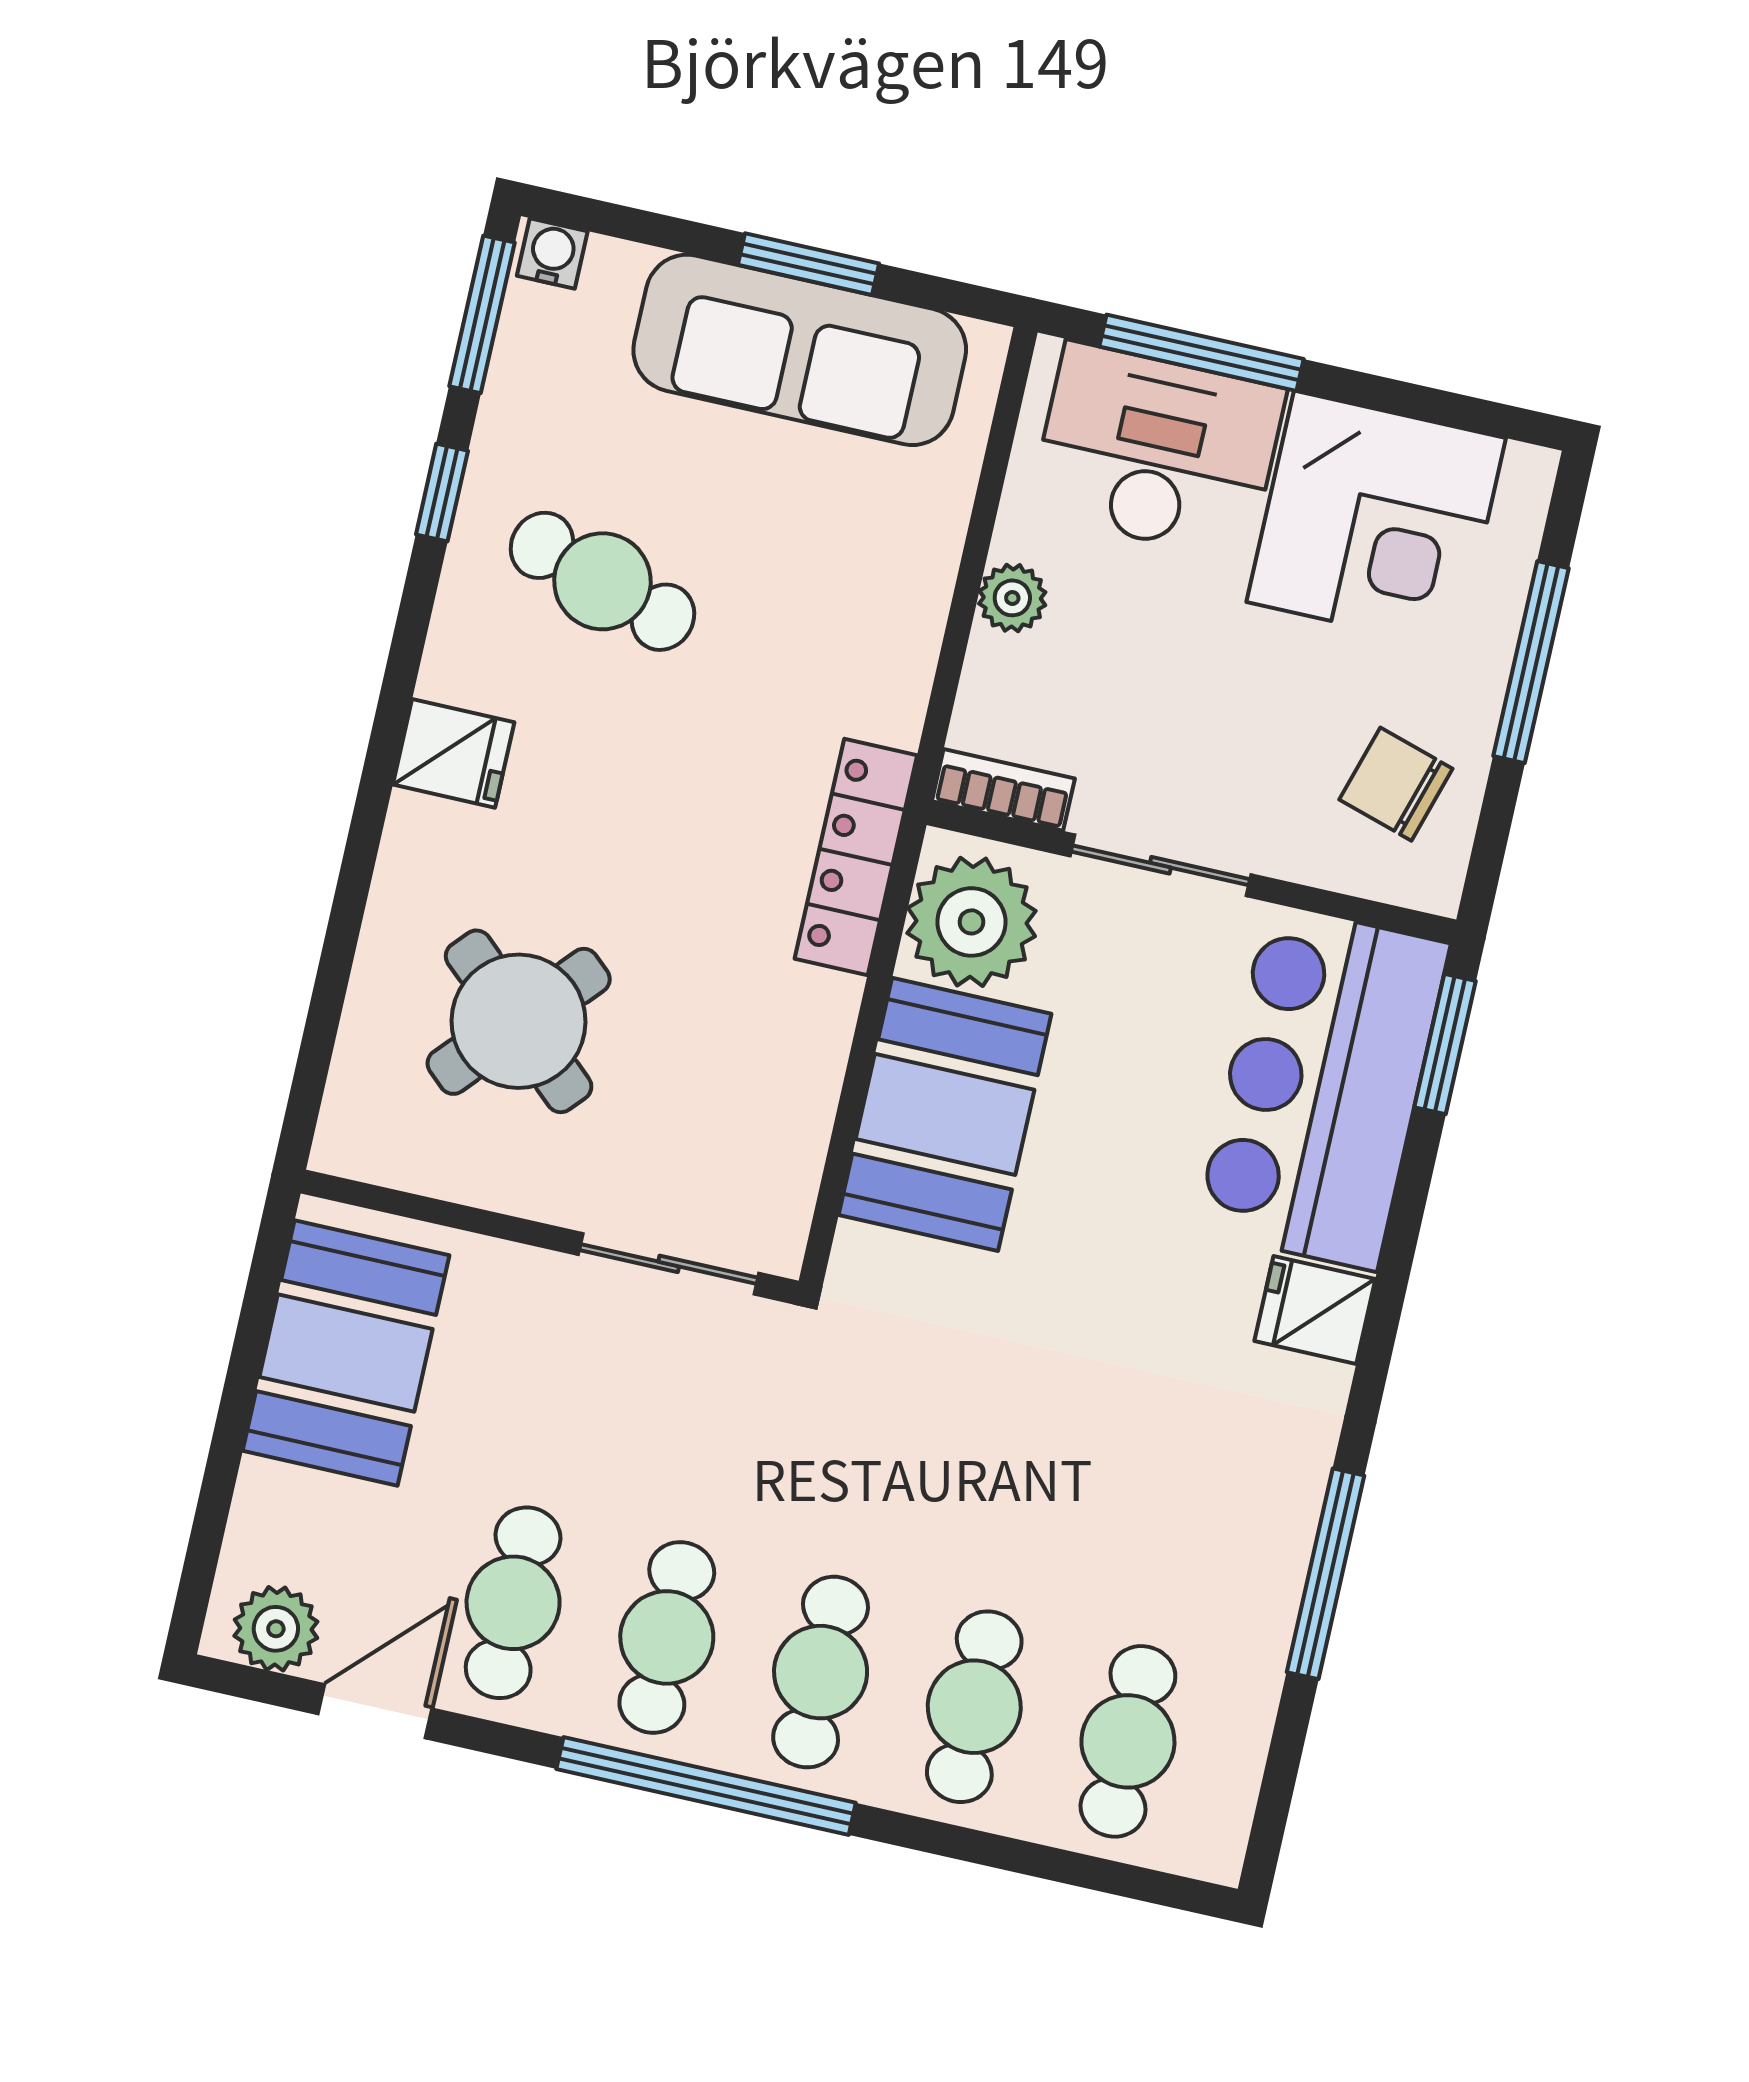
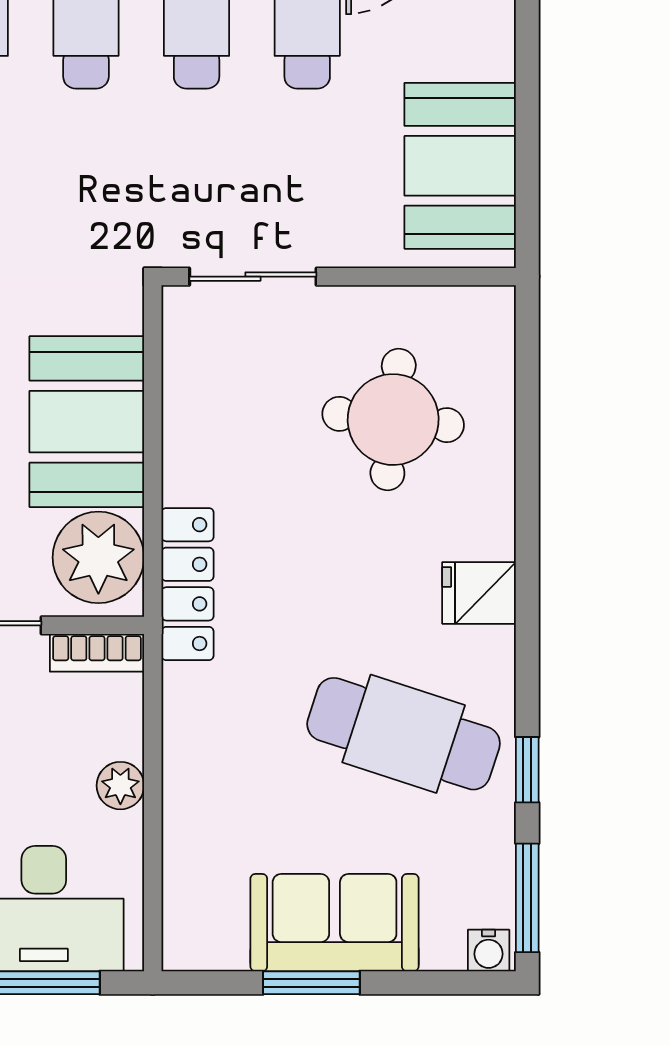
sofa: (800, 350) -> (335, 923), width x0.73
cafe table: (602, 581) -> (404, 734), width x1.37, depth x1.35
round table: (519, 1021) -> (393, 420), turned -36

